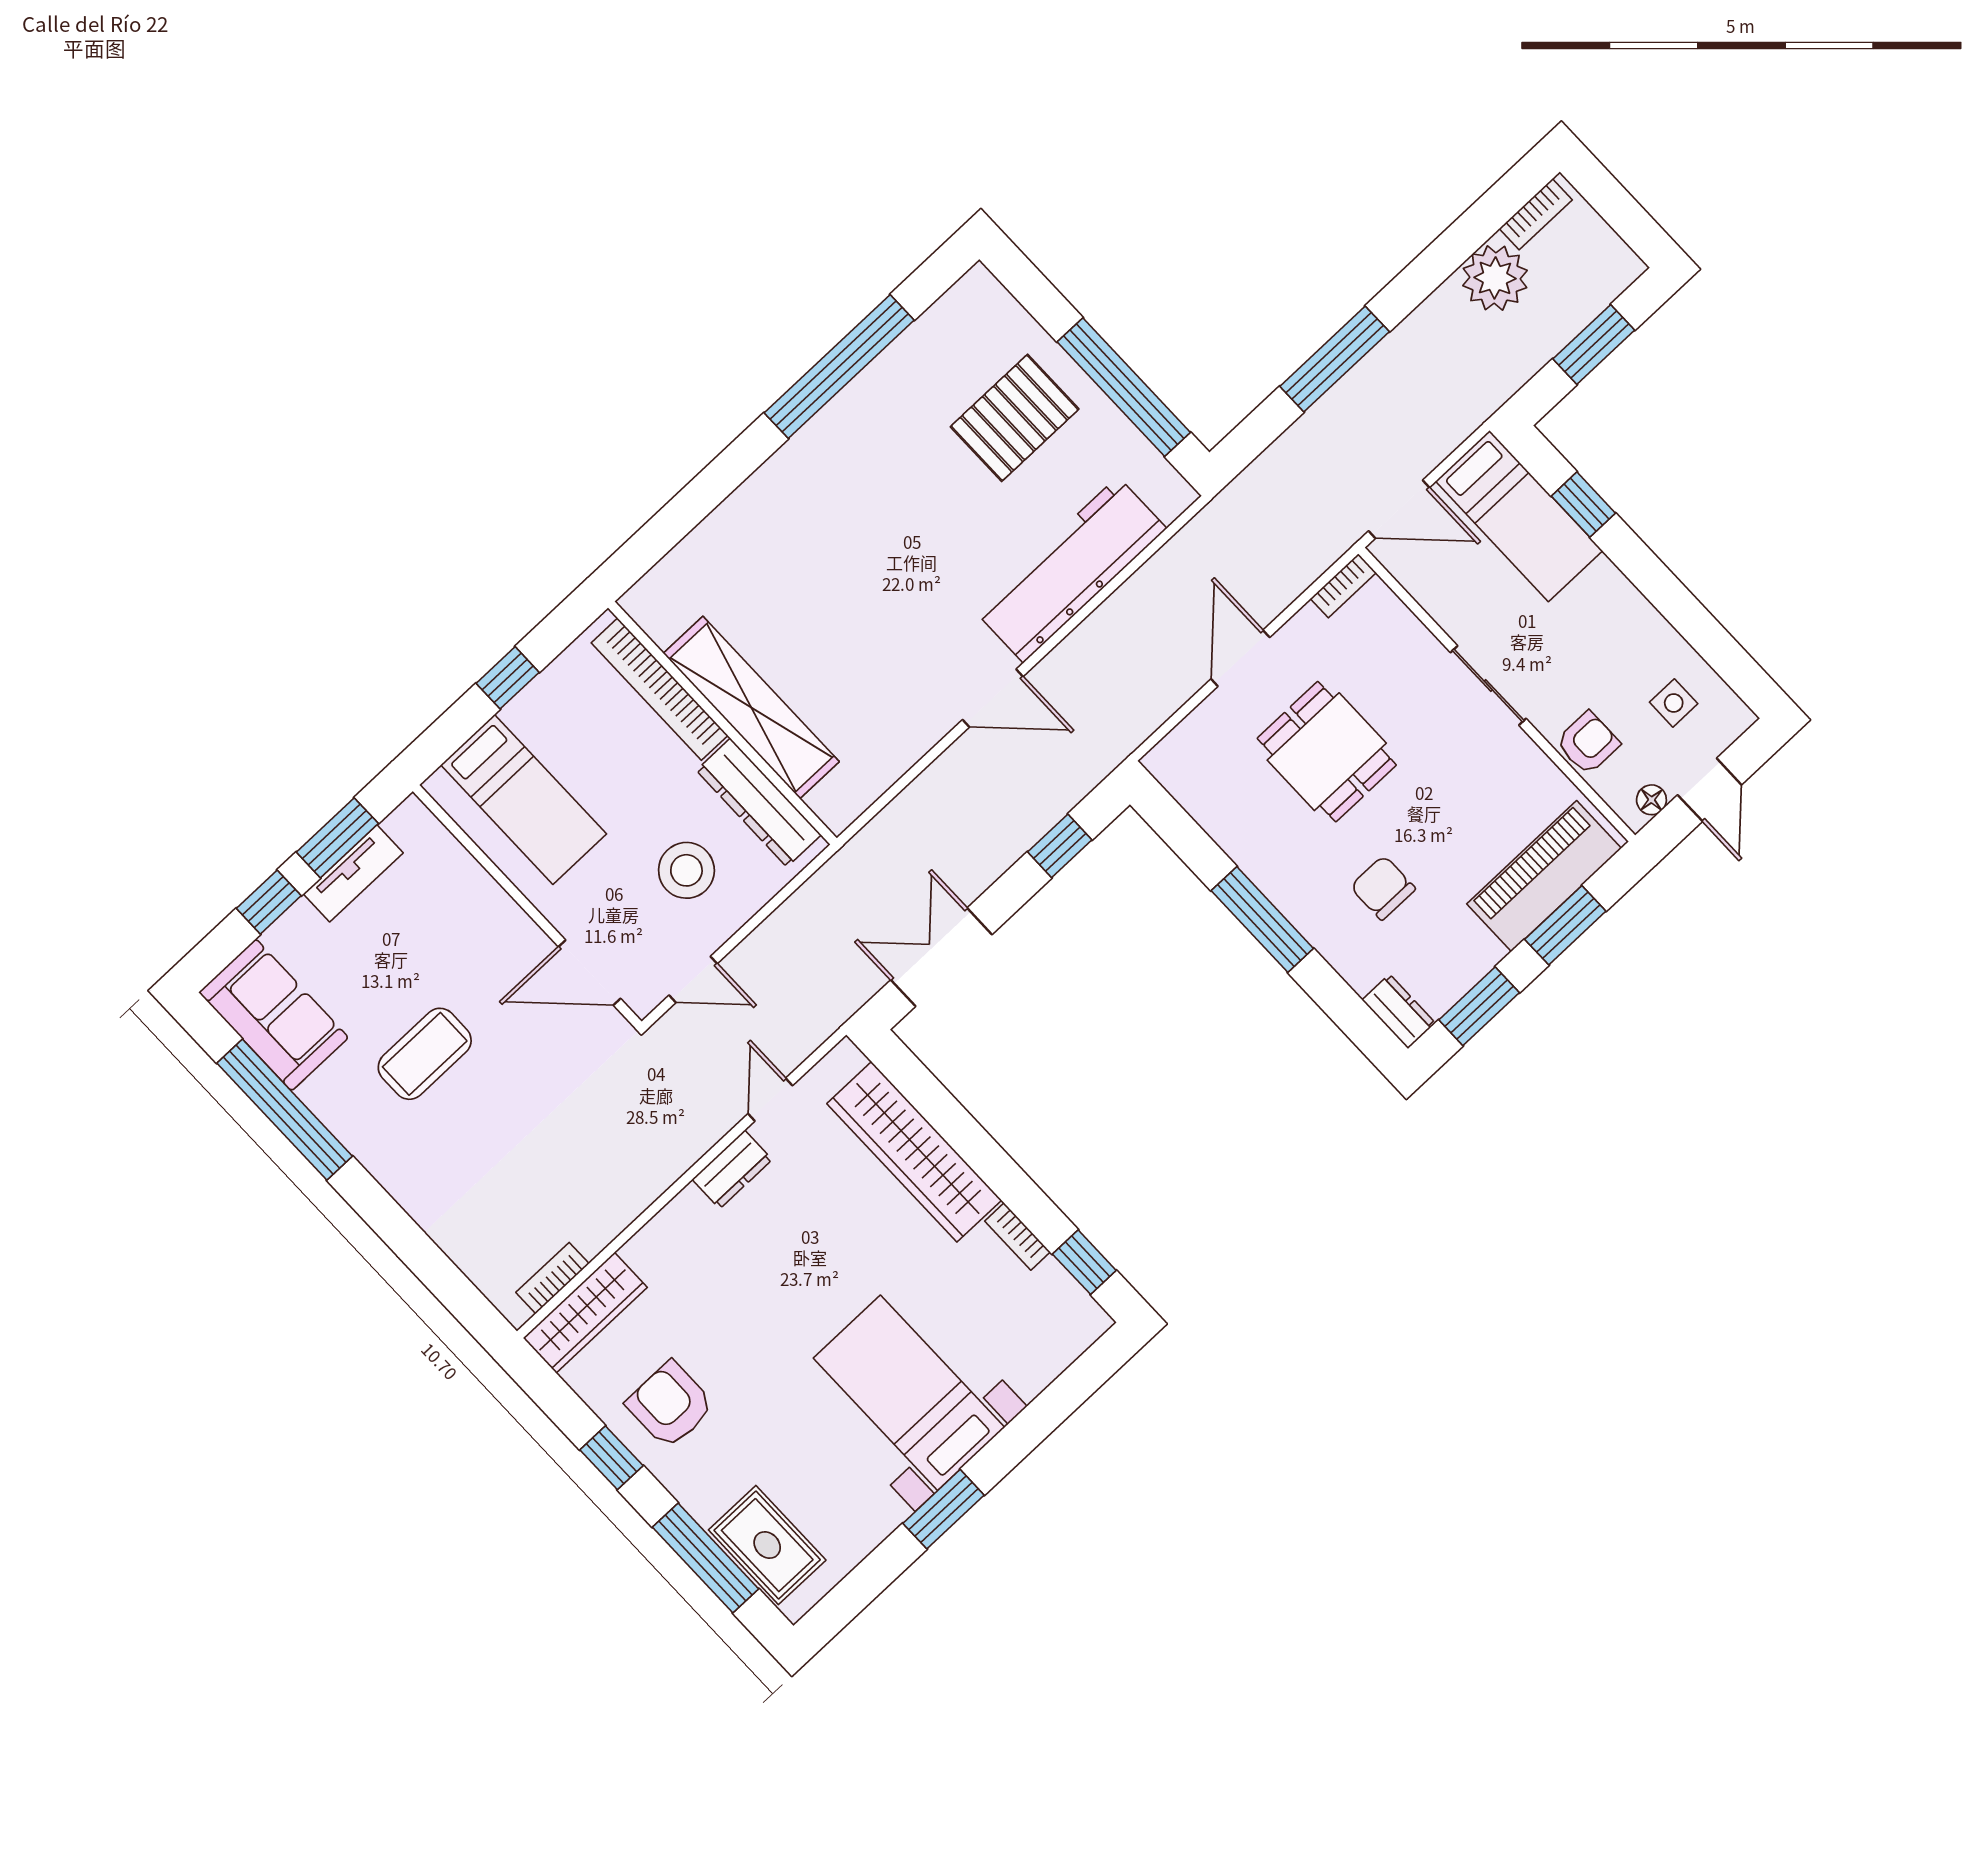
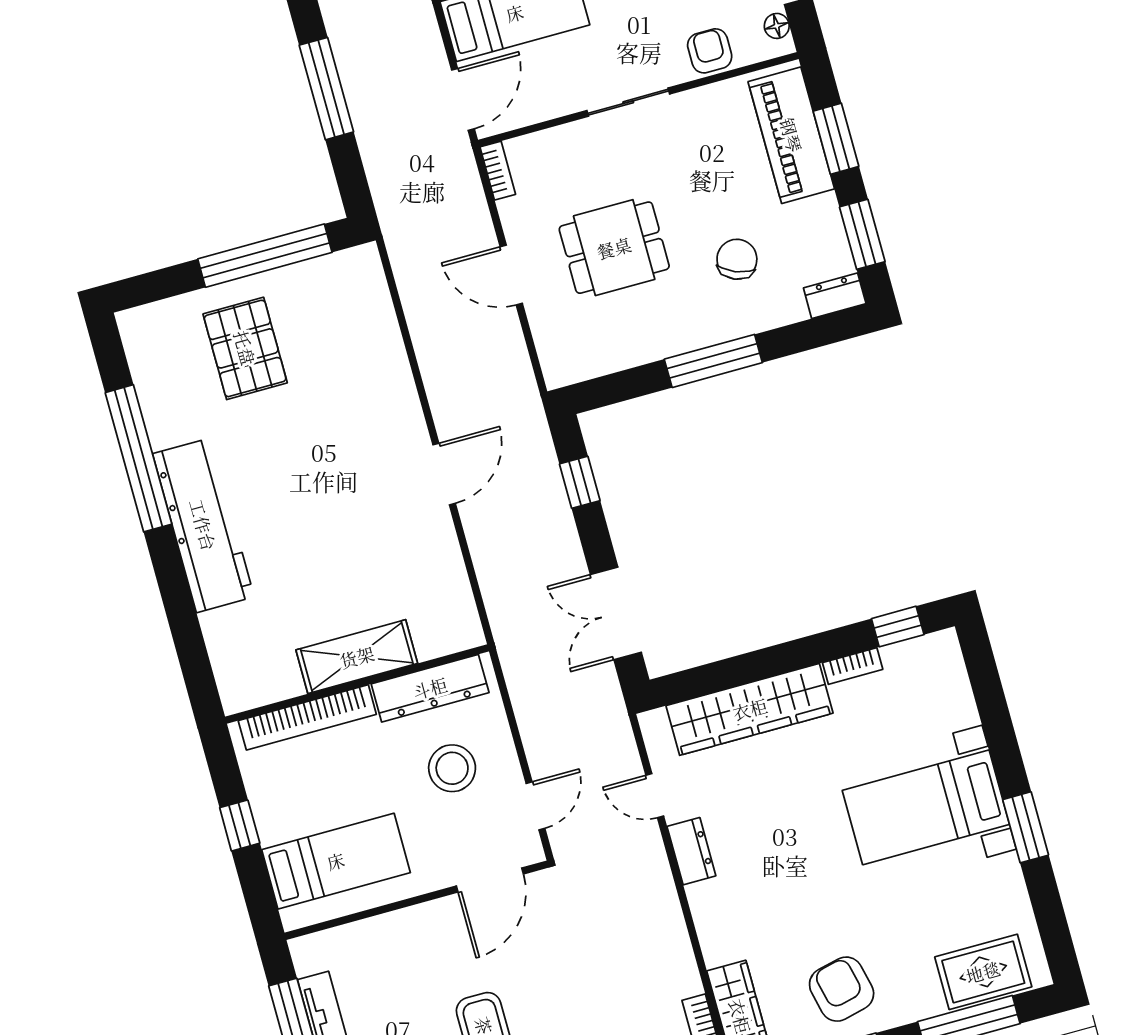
workbench: (1071, 570) -> (203, 525), moved, turned 180
shelving: (751, 708) -> (357, 657), width x0.68
chair: (1383, 888) -> (737, 259), turned 112
armchair: (670, 1405) -> (842, 989), turned 77

